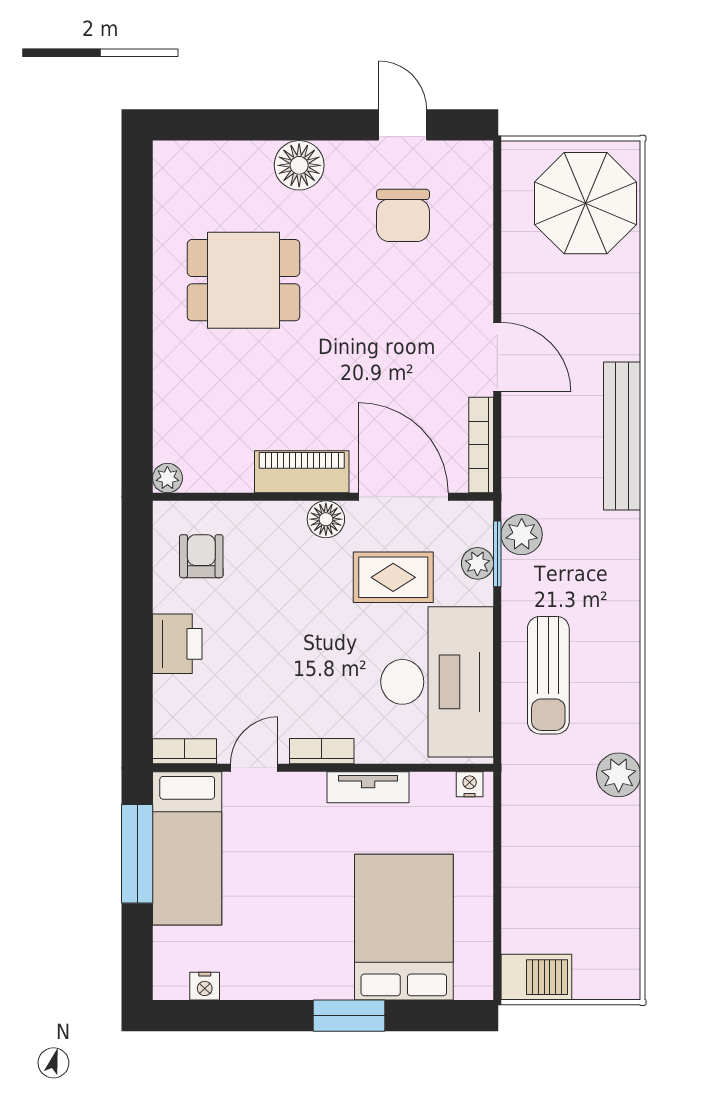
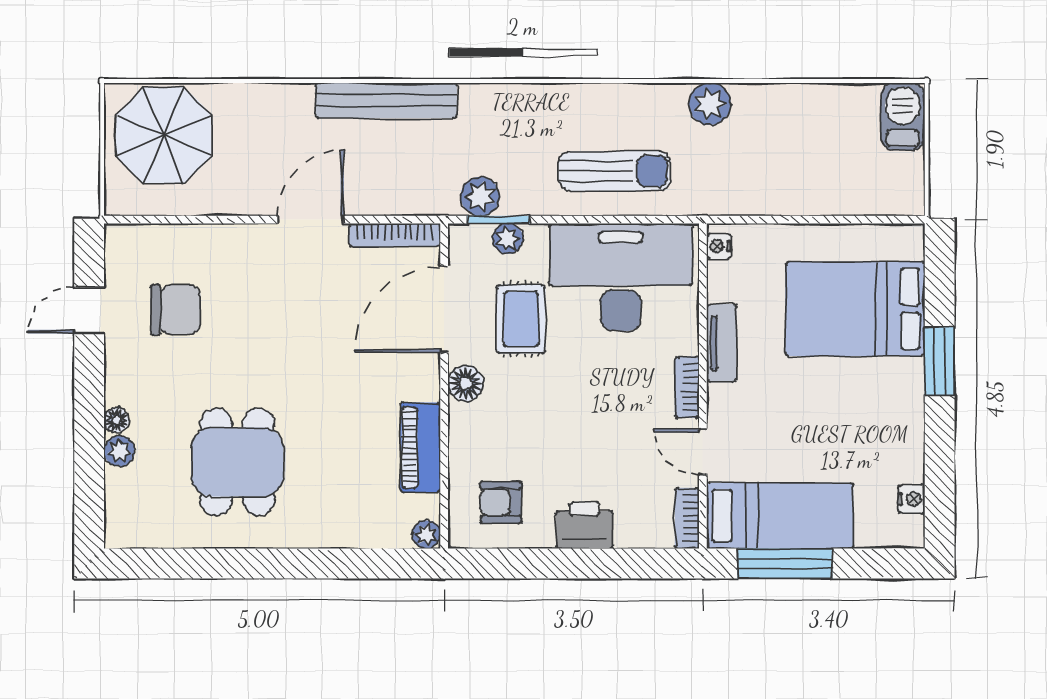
plant: (255, 157) -> (119, 451), added
floor lamp: (299, 165) -> (117, 420), width x0.53, depth x0.53
piano: (302, 472) -> (420, 448), moved
barbecue: (536, 977) -> (903, 117), moved

